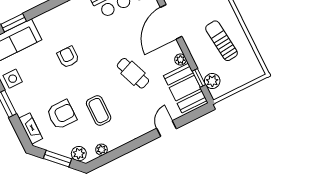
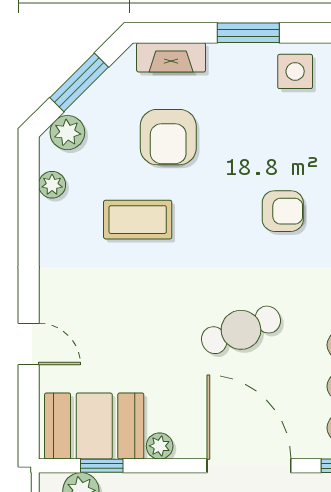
cafe table: (133, 73) -> (241, 330), moved

